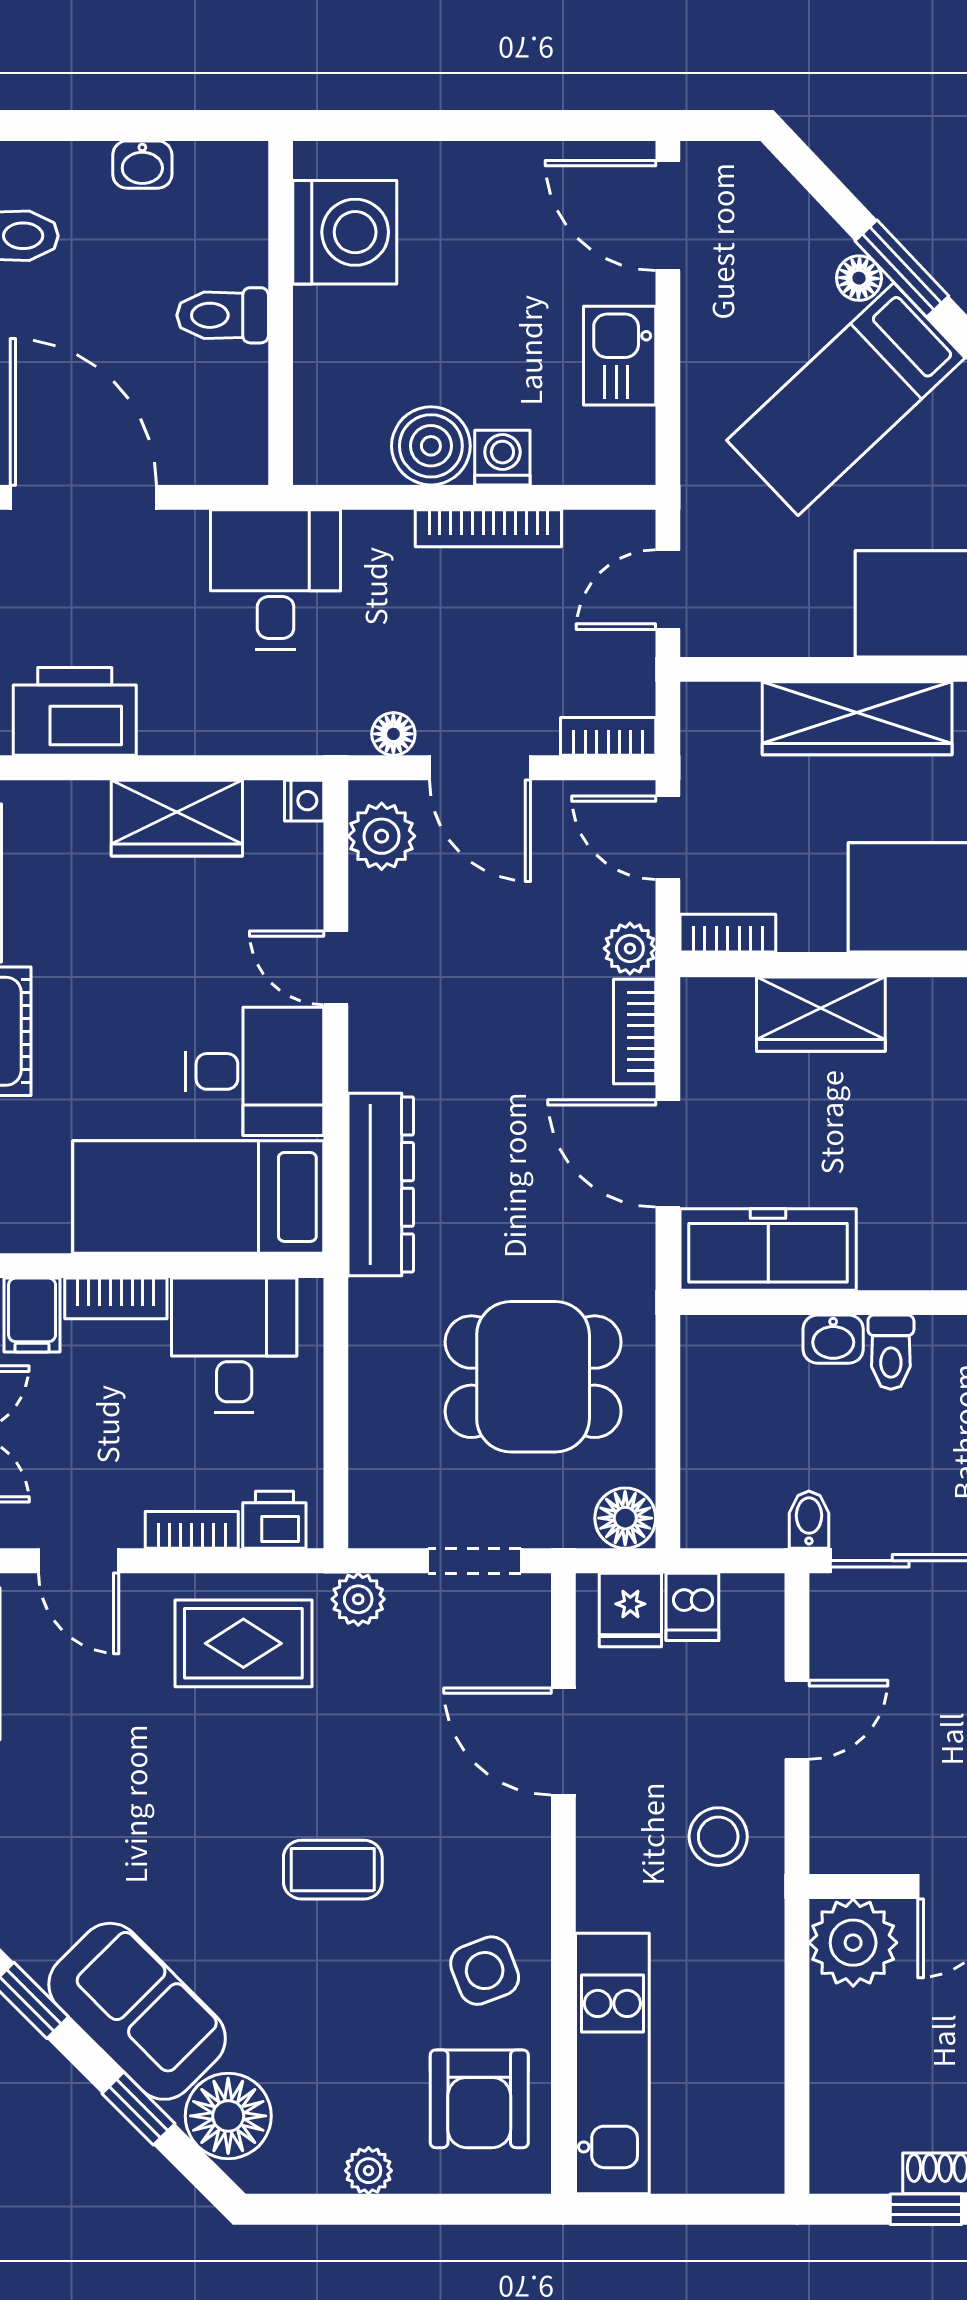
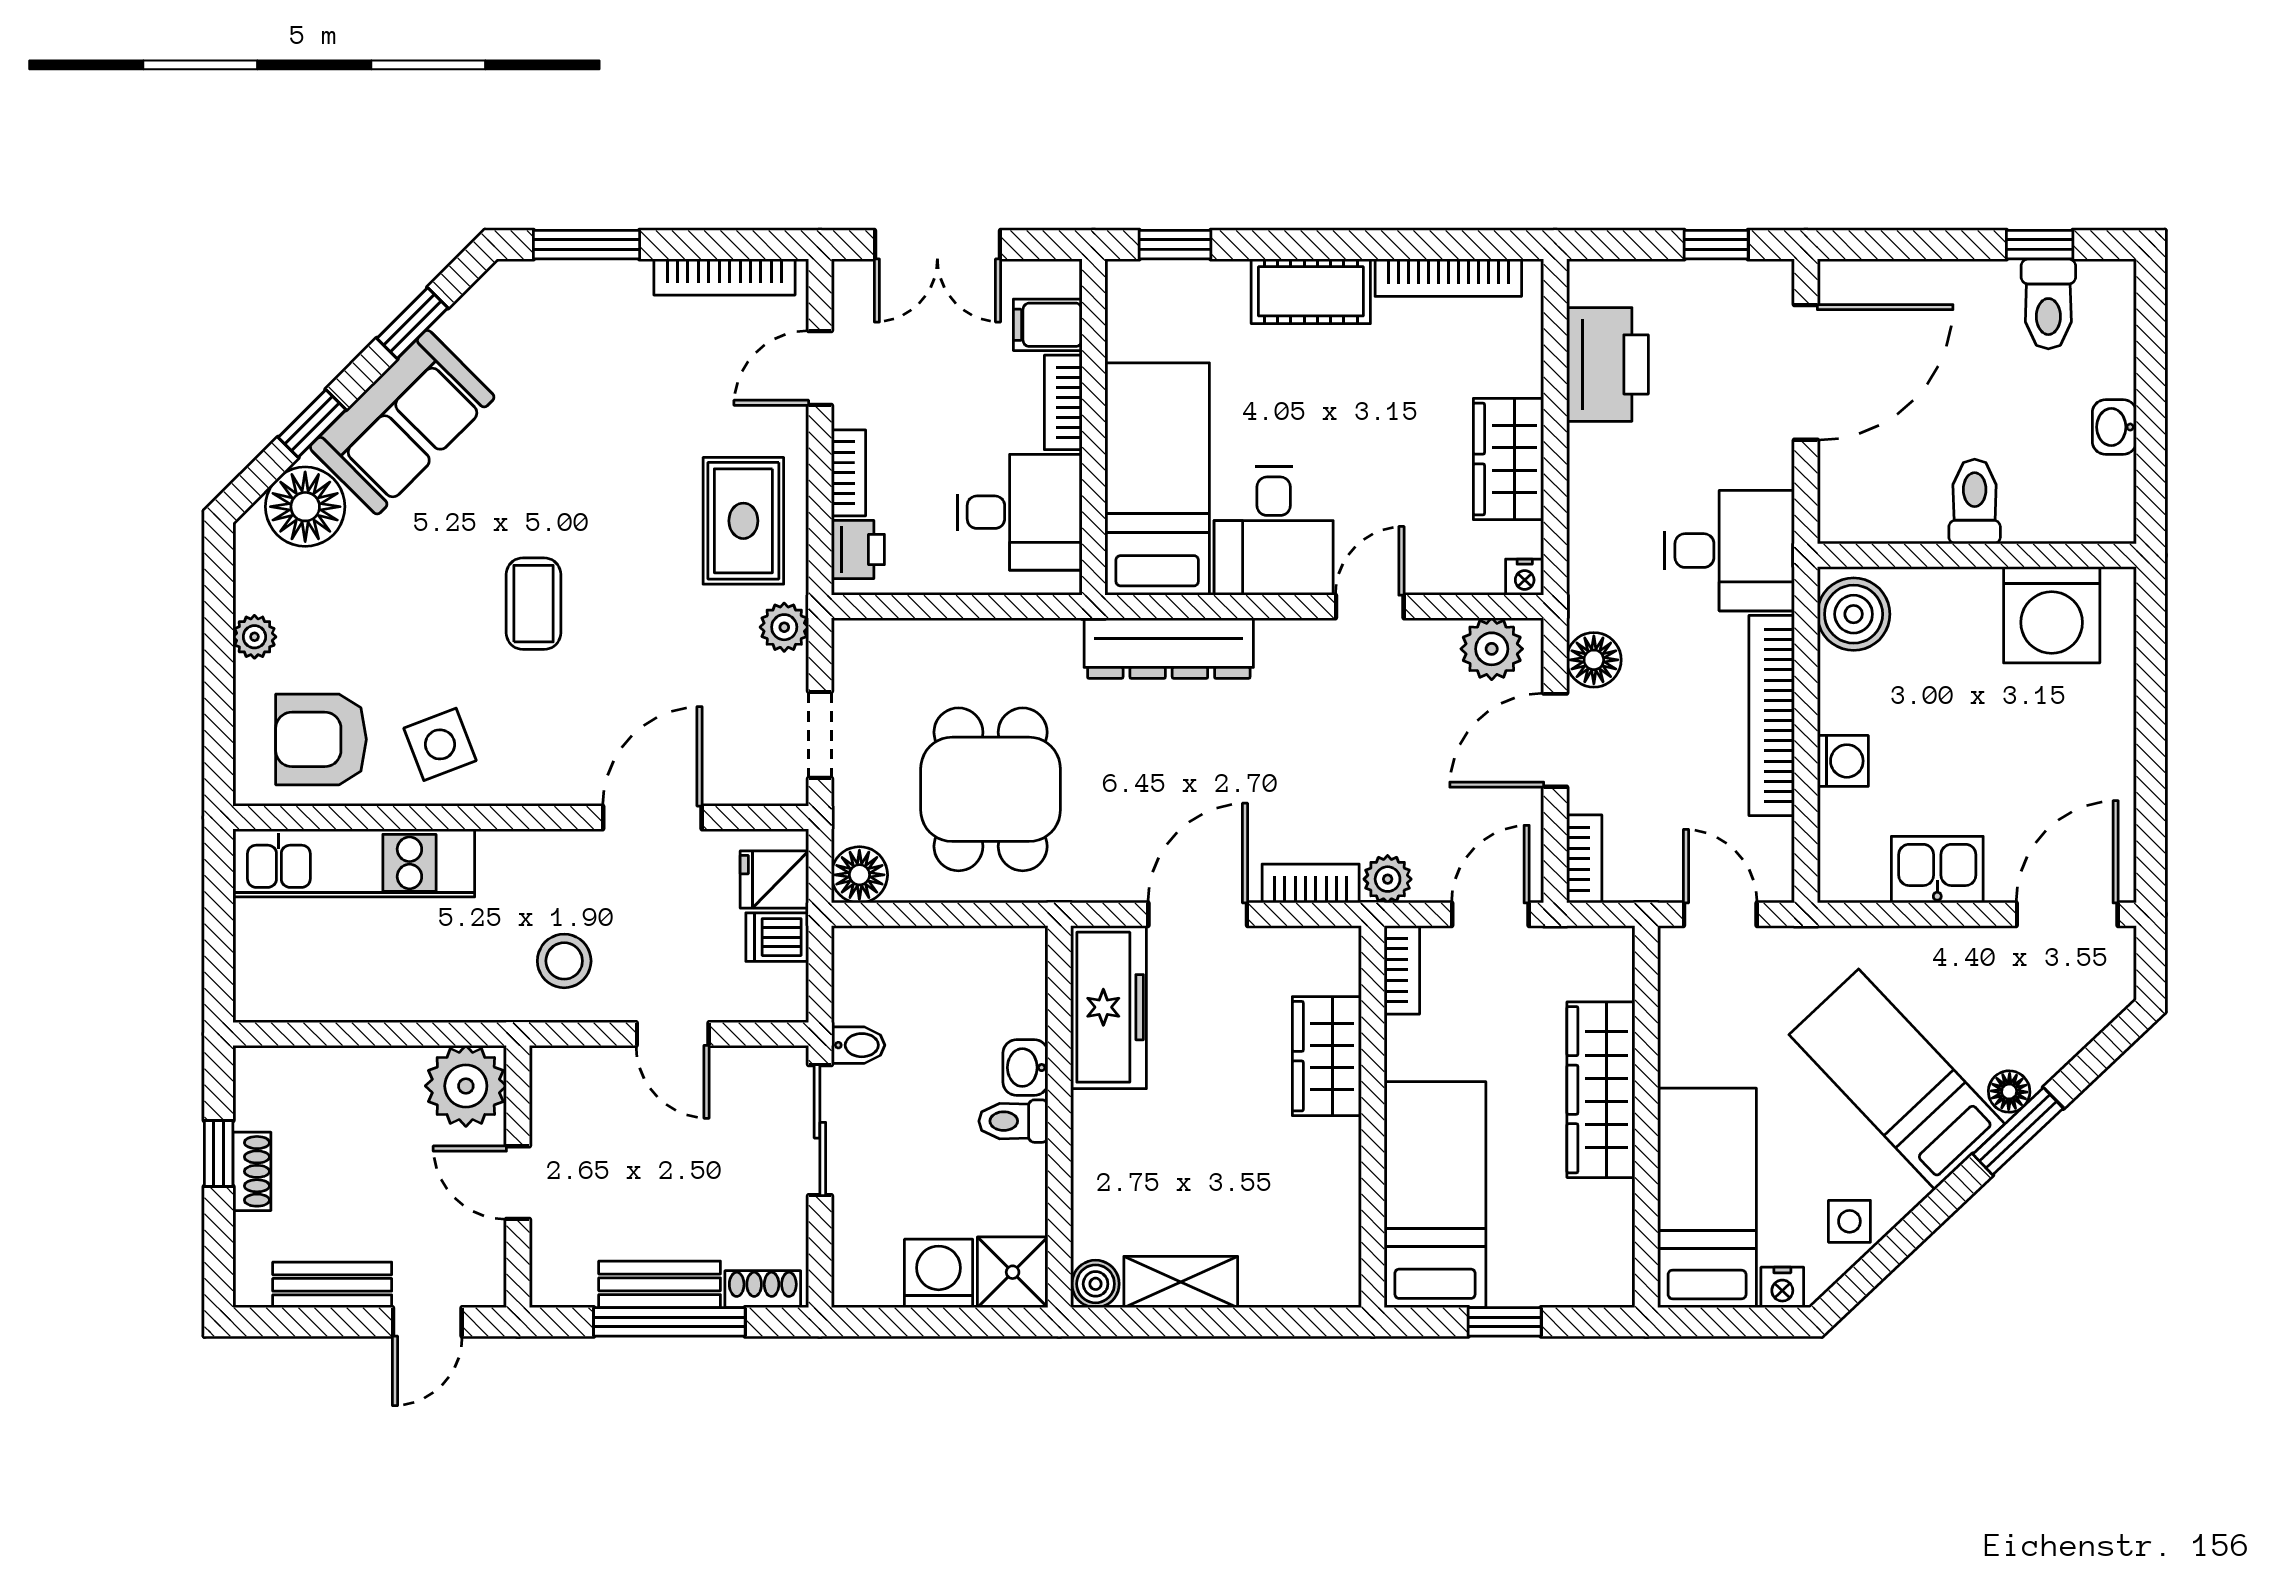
boiler: (431, 446) -> (1854, 614), moved
bookcase: (488, 528) -> (1772, 716), width x1.48, depth x1.31
floor lamp: (393, 734) -> (1594, 660), width x1.37, depth x1.37

